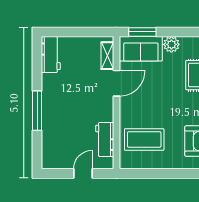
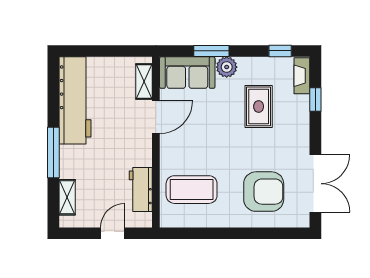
window: (142, 32) -> (211, 51), moved
workbench: (51, 55) -> (75, 100), width x1.88, depth x1.32
shelving: (48, 145) -> (67, 197), added

